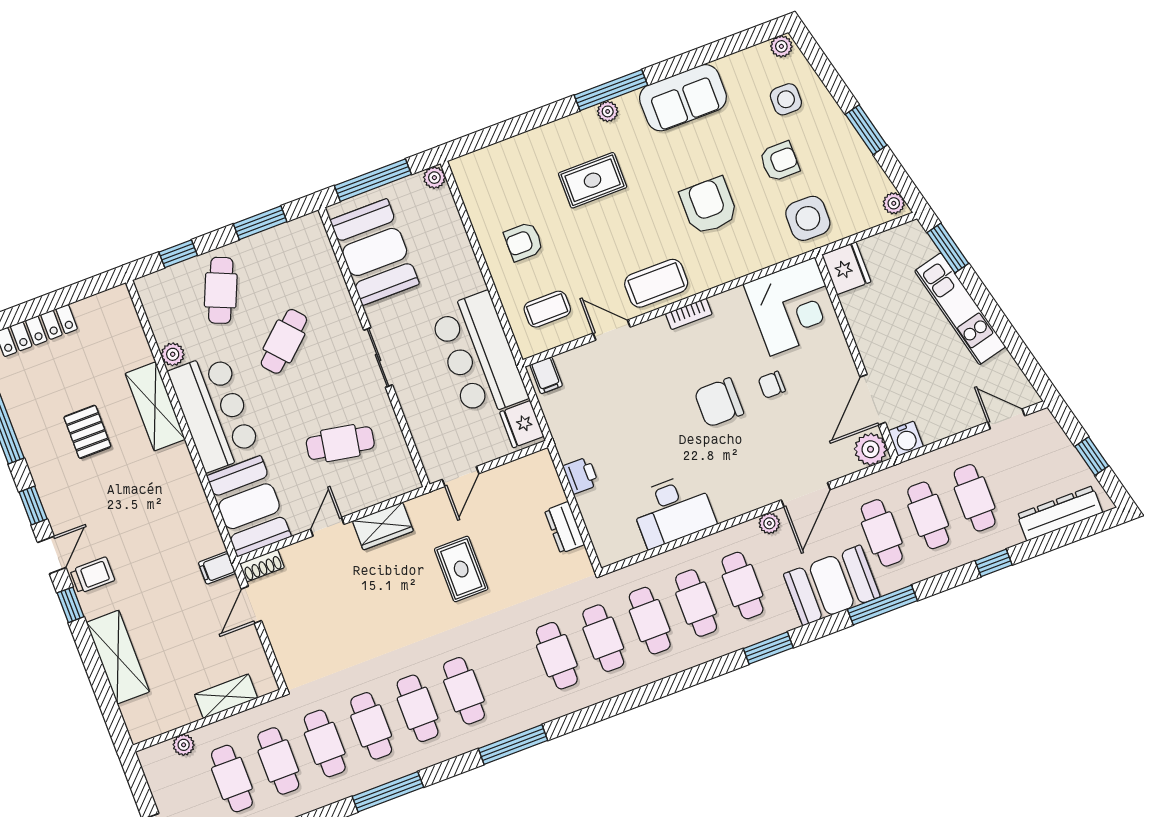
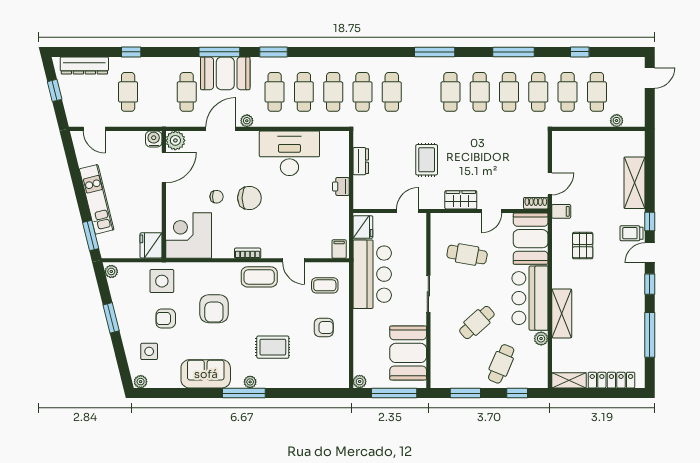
pallet: (87, 432) -> (583, 246), moved
desk: (673, 510) -> (289, 153), width x1.36, depth x1.30
cafe table: (928, 515) -> (157, 92), removed
window: (882, 605) -> (219, 52), moved
shelving: (226, 696) -> (569, 380), moved

